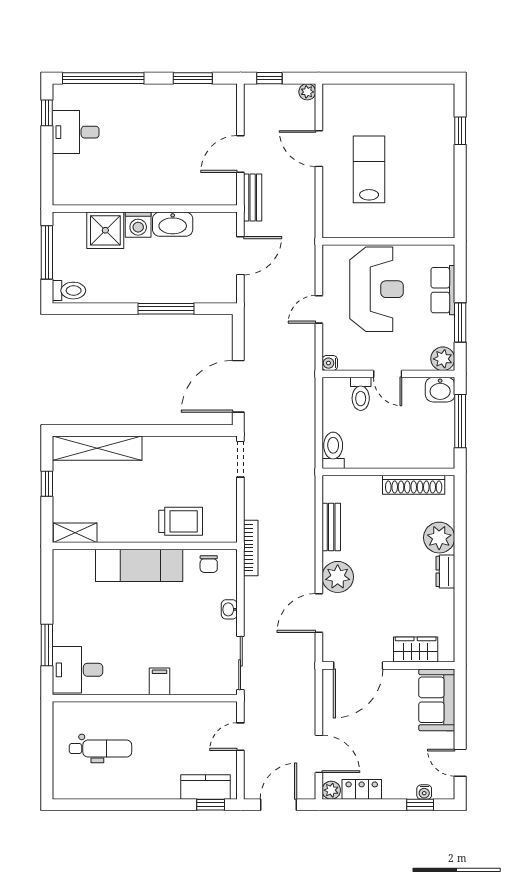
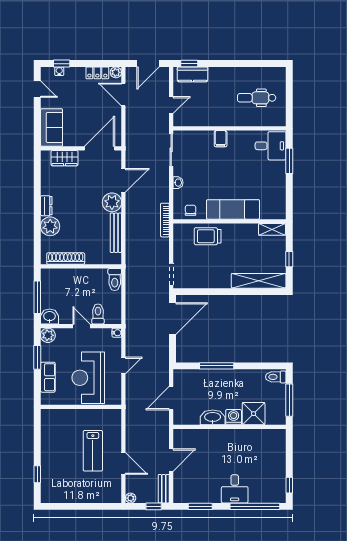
desk: (76, 132) -> (235, 489), moved, turned 90
bench: (253, 197) -> (164, 489), moved
bench: (331, 527) -> (116, 233), width x1.36

